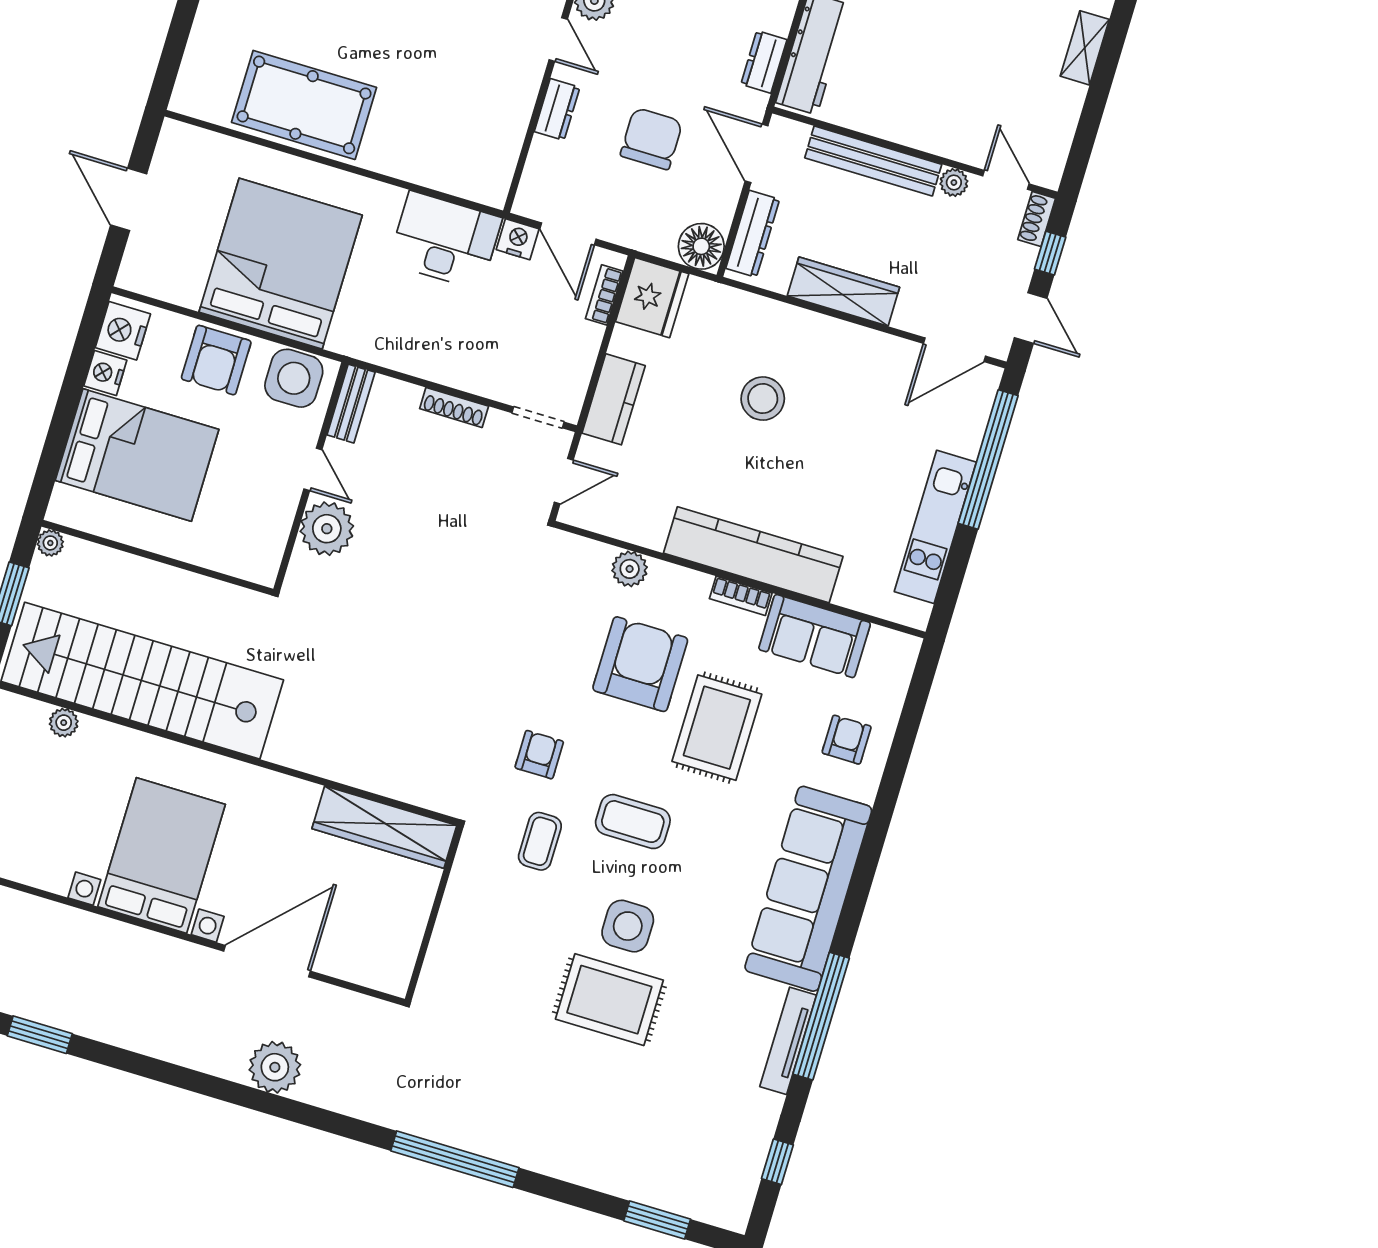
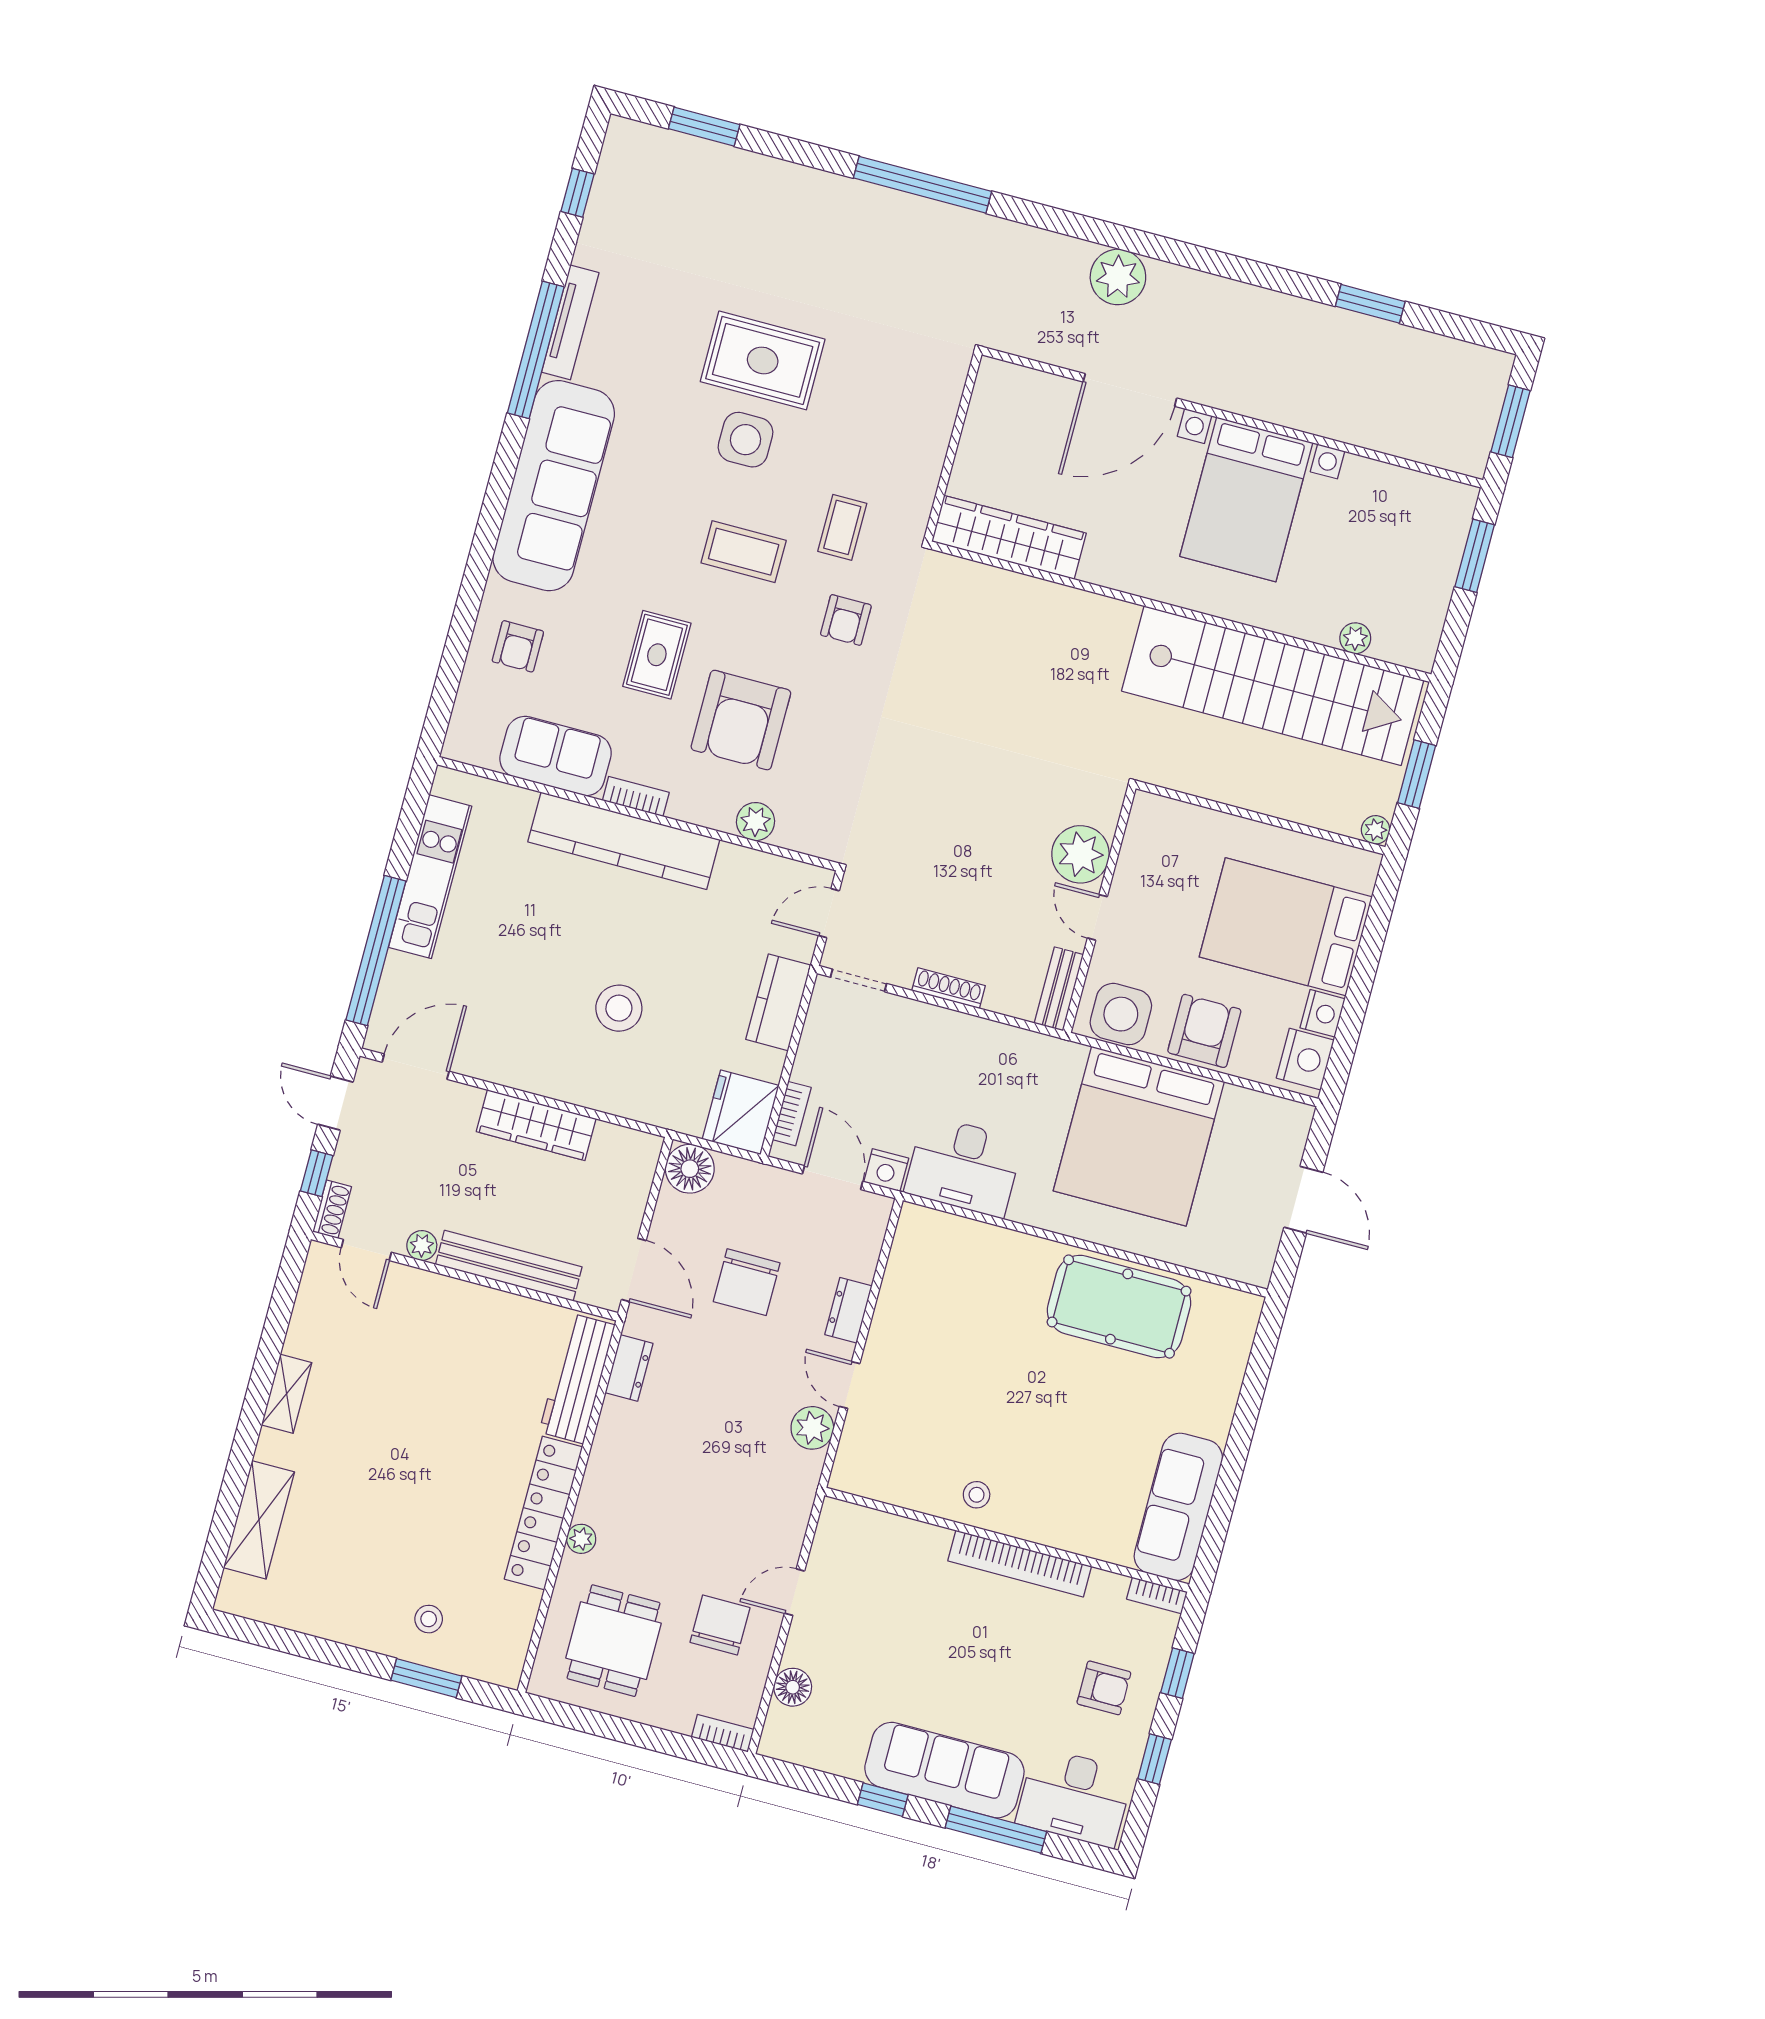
dresser: (753, 234) -> (635, 1184), removed
rug: (717, 728) -> (657, 655), width x0.73, depth x0.70

